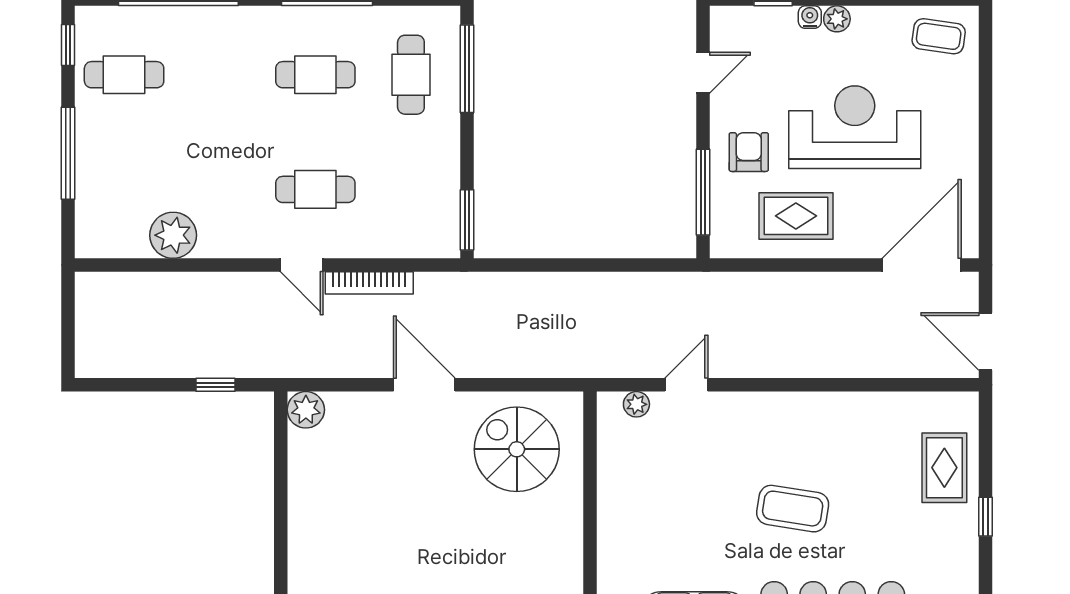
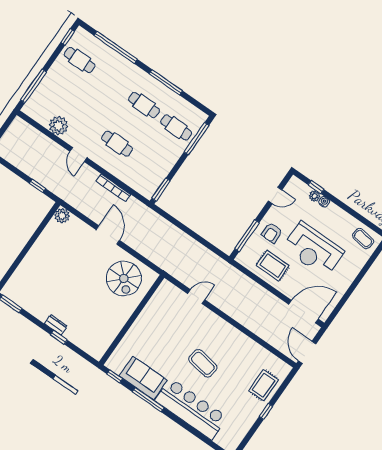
plant: (837, 19) -> (315, 196), moved
cafe table: (411, 75) -> (176, 127), turned 90
reception desk: (855, 127) -> (313, 249), turned 180
armchair: (749, 152) -> (272, 233), turned 180
window: (68, 153) -> (33, 86), moved
door: (302, 265) -> (78, 154), moved
plant: (636, 404) -> (175, 291), removed
spiral stairs: (517, 449) -> (124, 278), turned 180

